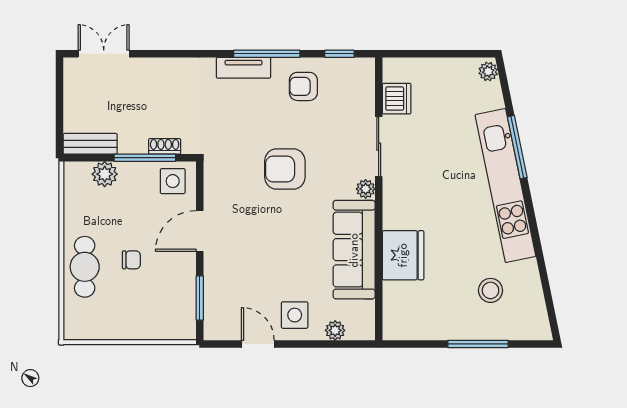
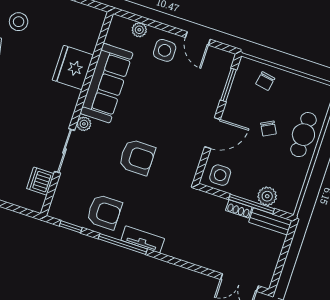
armchair: (303, 86) -> (104, 212), width x1.38, depth x1.38
shoe rack: (165, 146) -> (239, 209), moved
window: (145, 158) -> (251, 204), moved
chair: (131, 260) -> (268, 129), turned -118
chair: (155, 318) -> (265, 81), added

